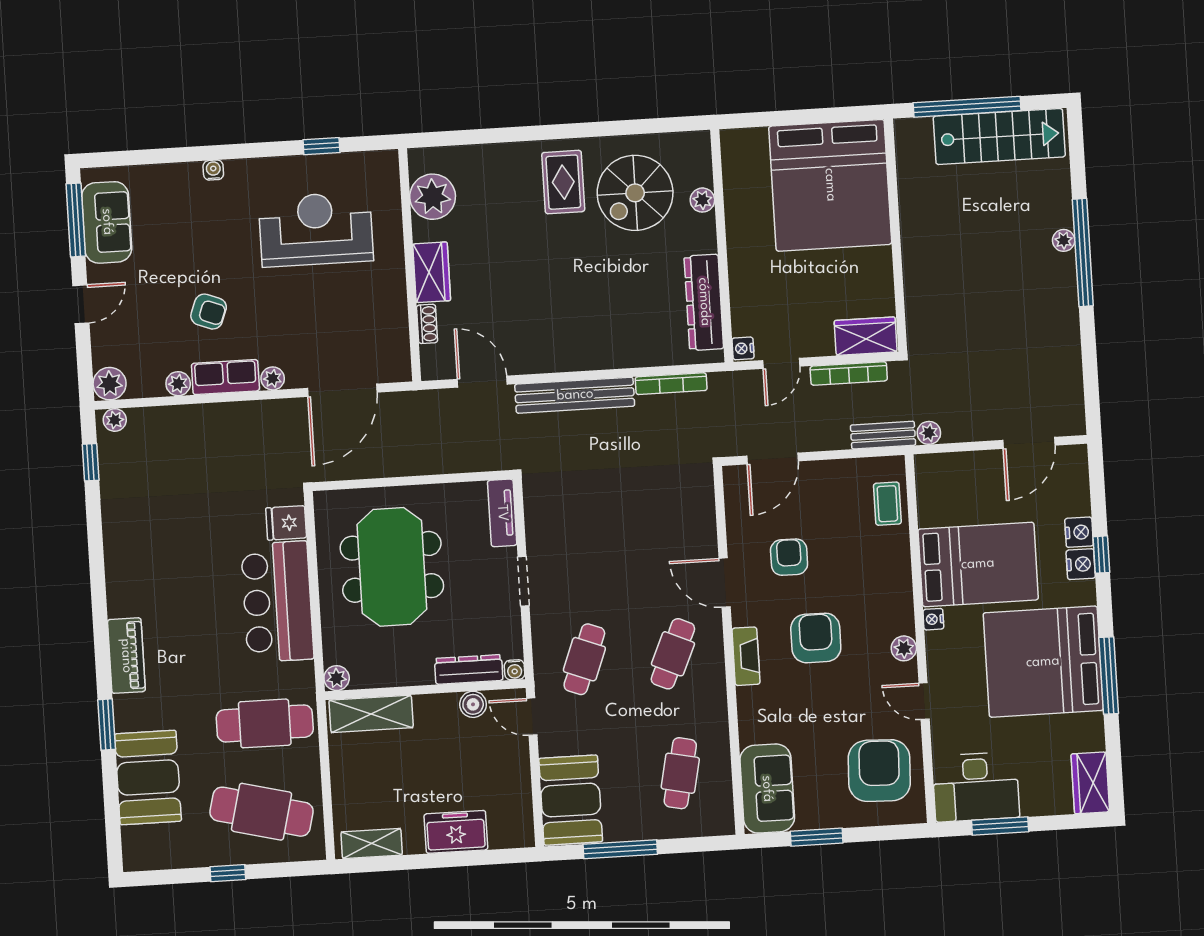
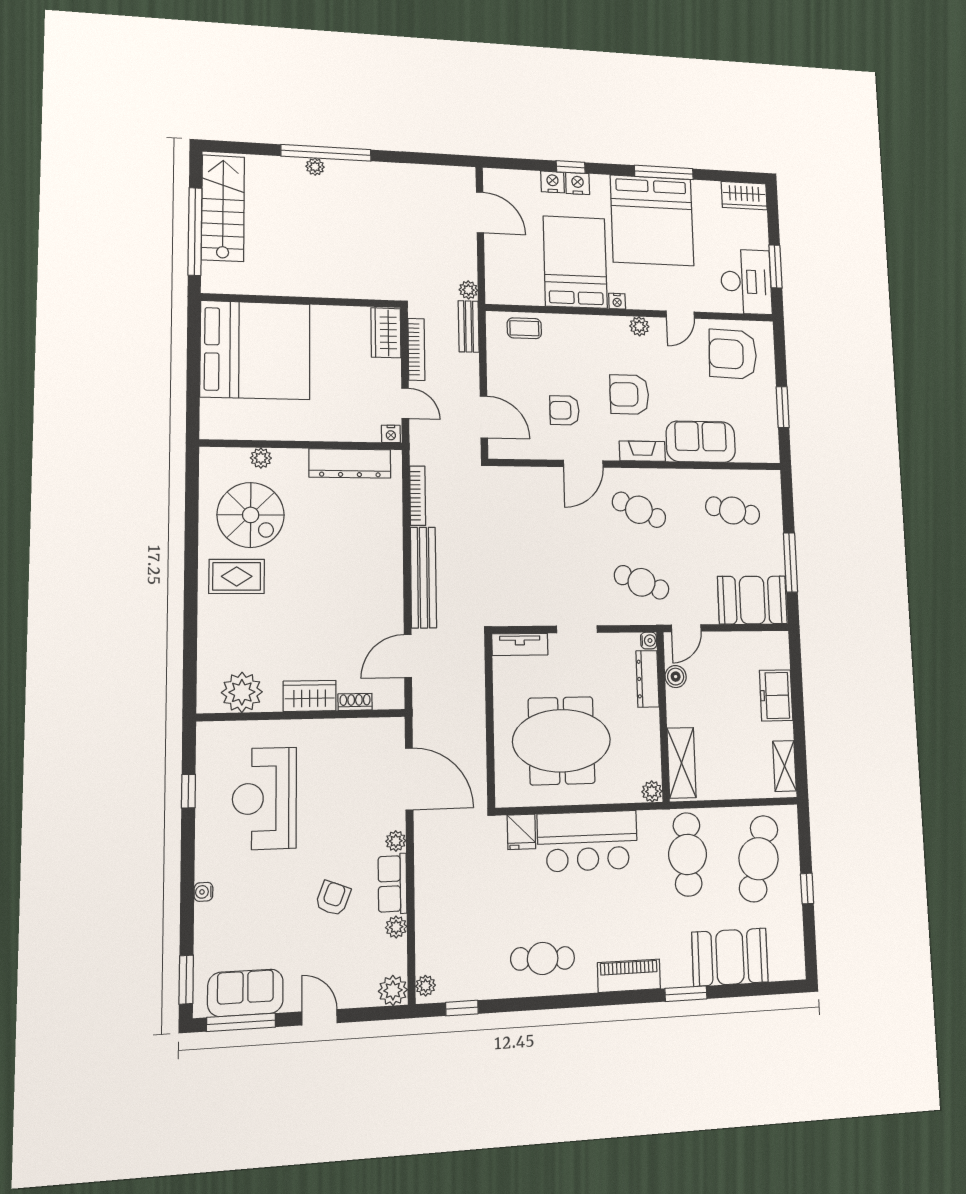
window: (120, 158) -> (186, 980), added
cafe table: (145, 553) -> (543, 958), added
sofa: (767, 789) -> (701, 442), moved

